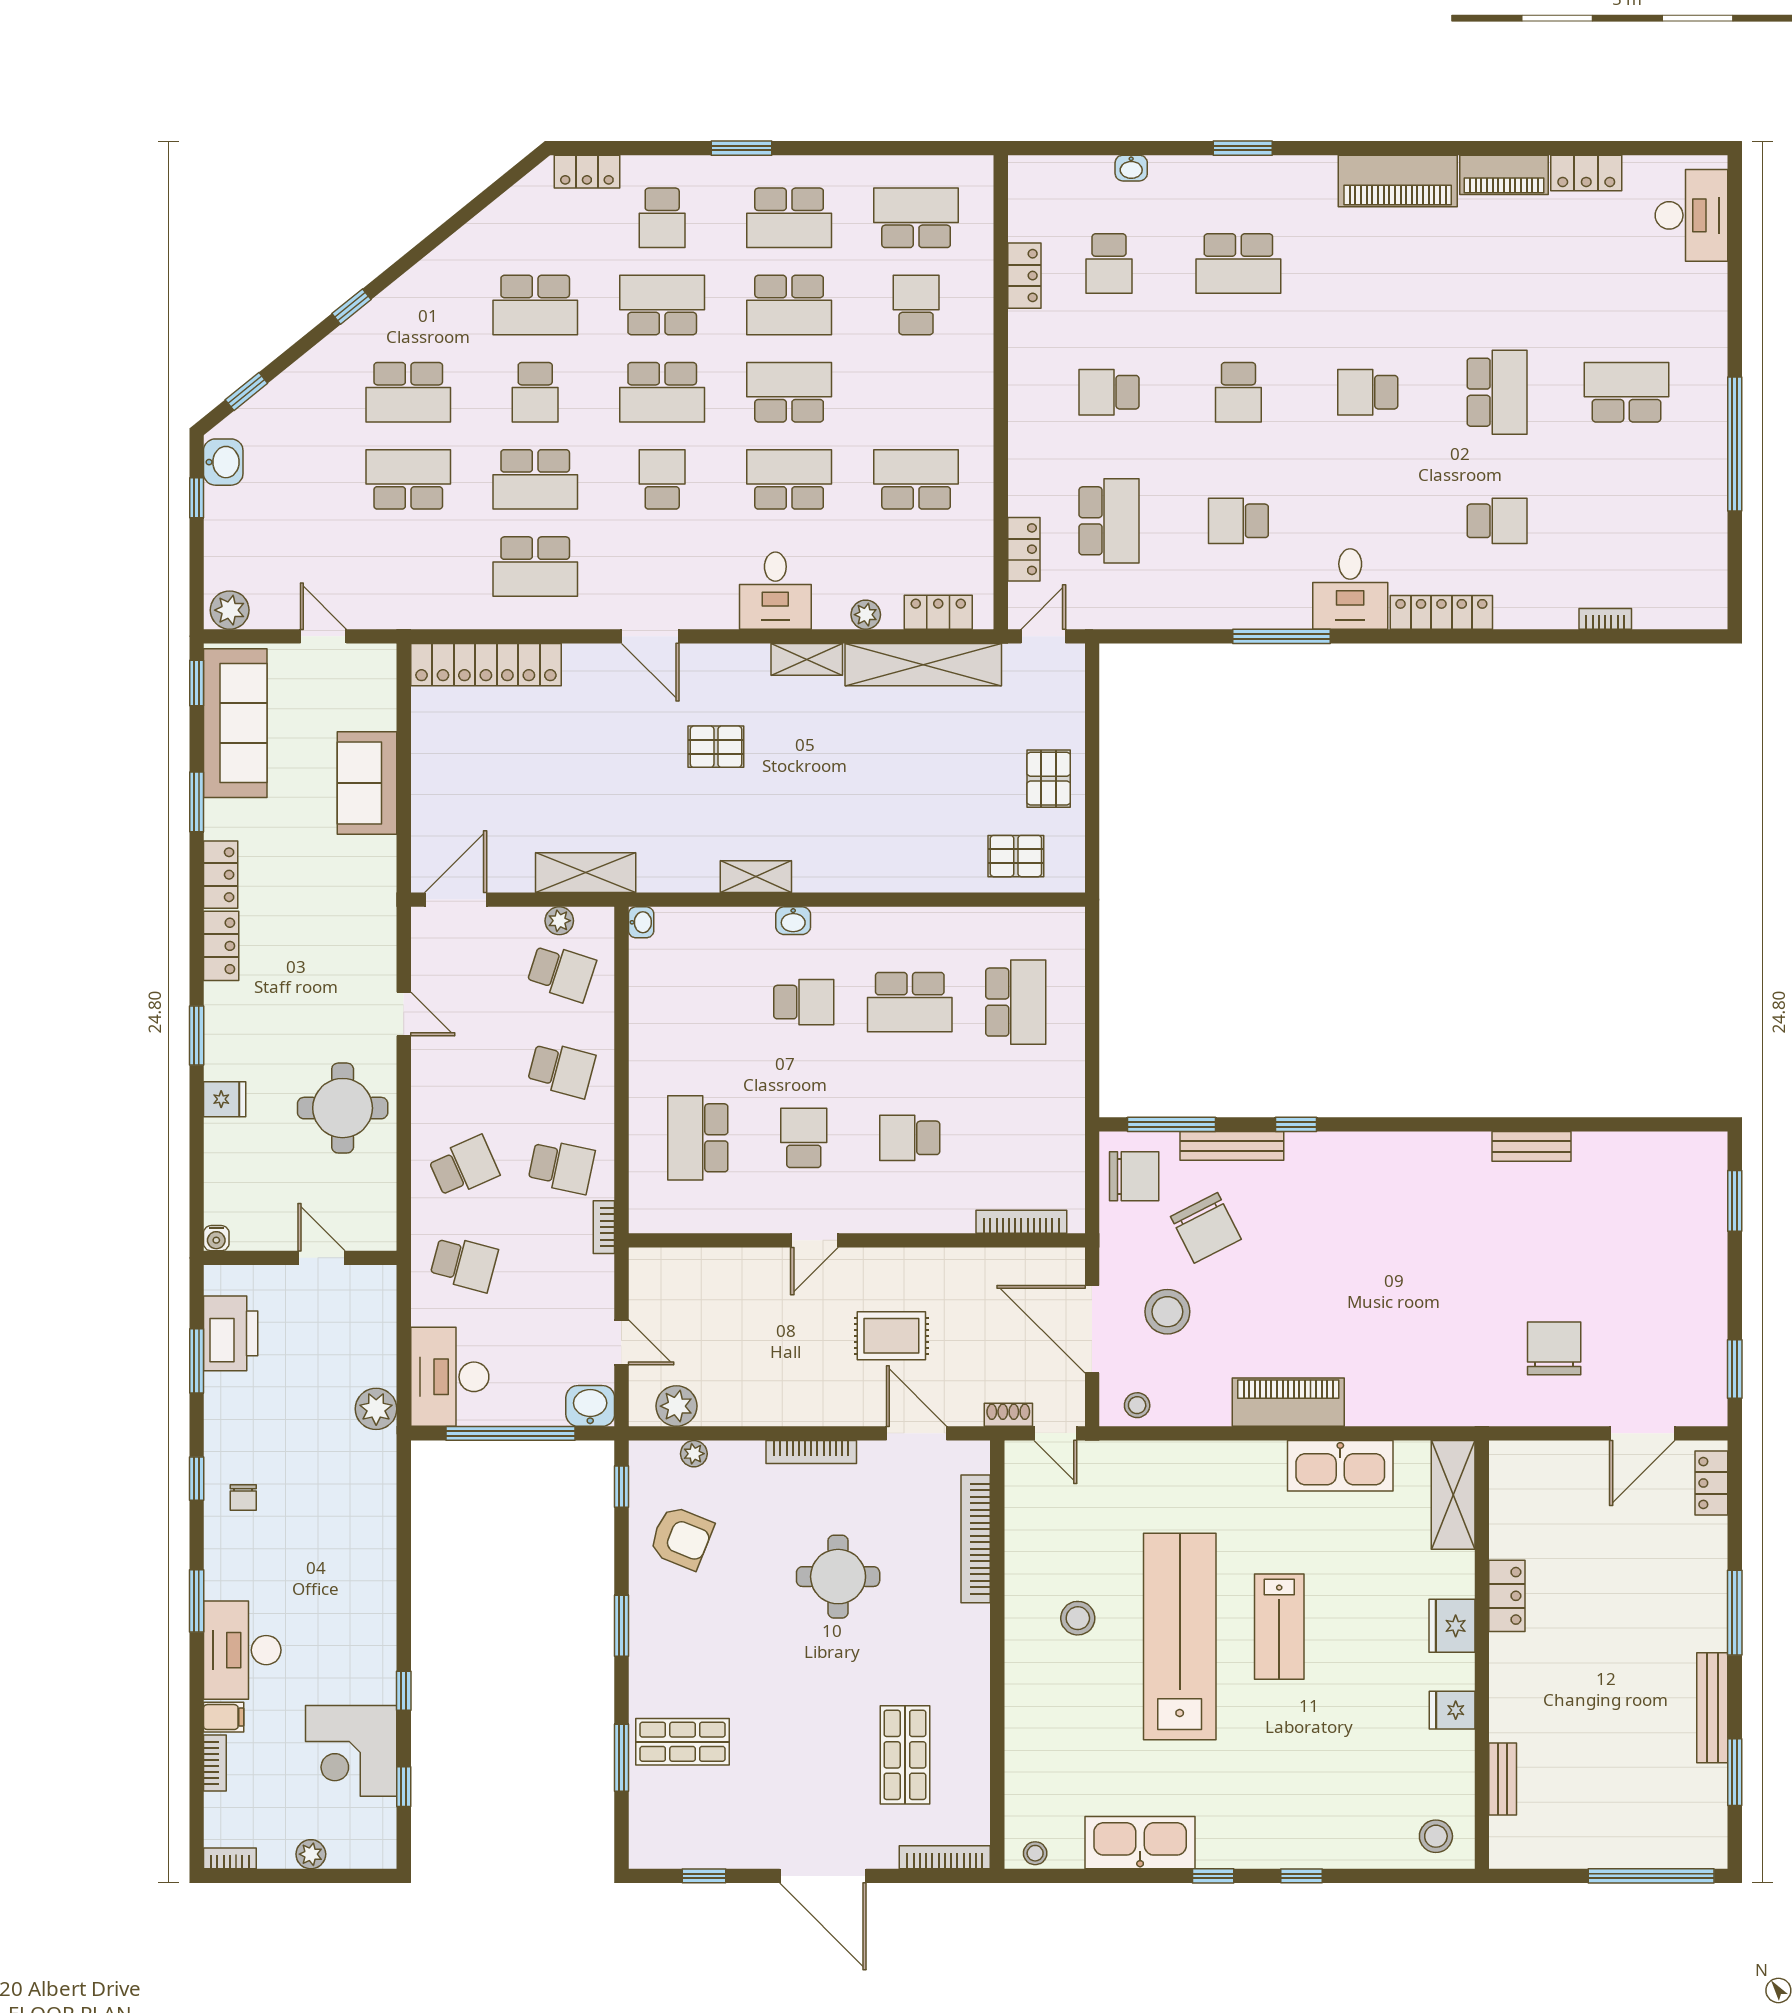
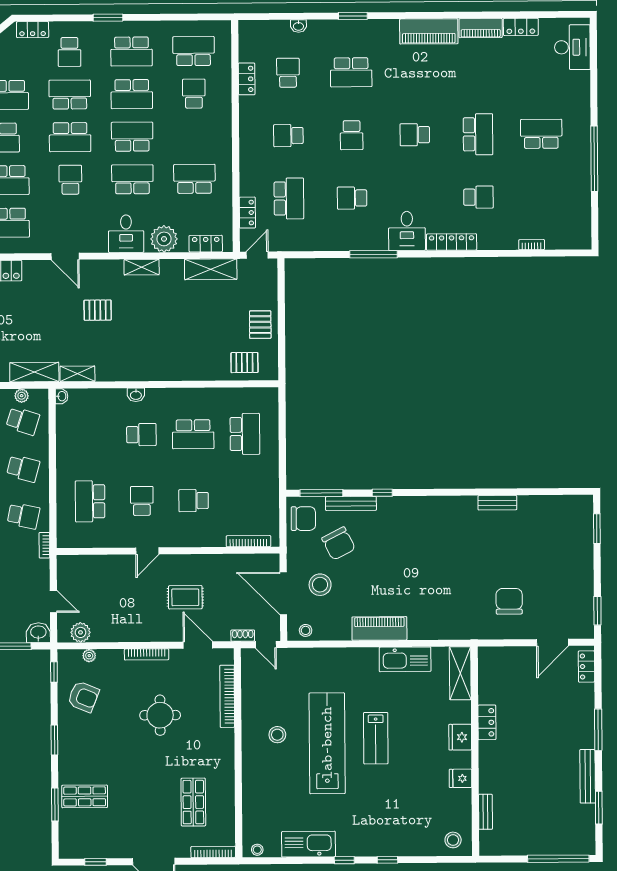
school desk: (1109, 264) -> (288, 73), turned 180
plant: (866, 615) -> (164, 239), width x1.88, depth x1.88
shelving: (923, 665) -> (211, 269), width x0.68
shelving: (756, 877) -> (77, 374), moved

